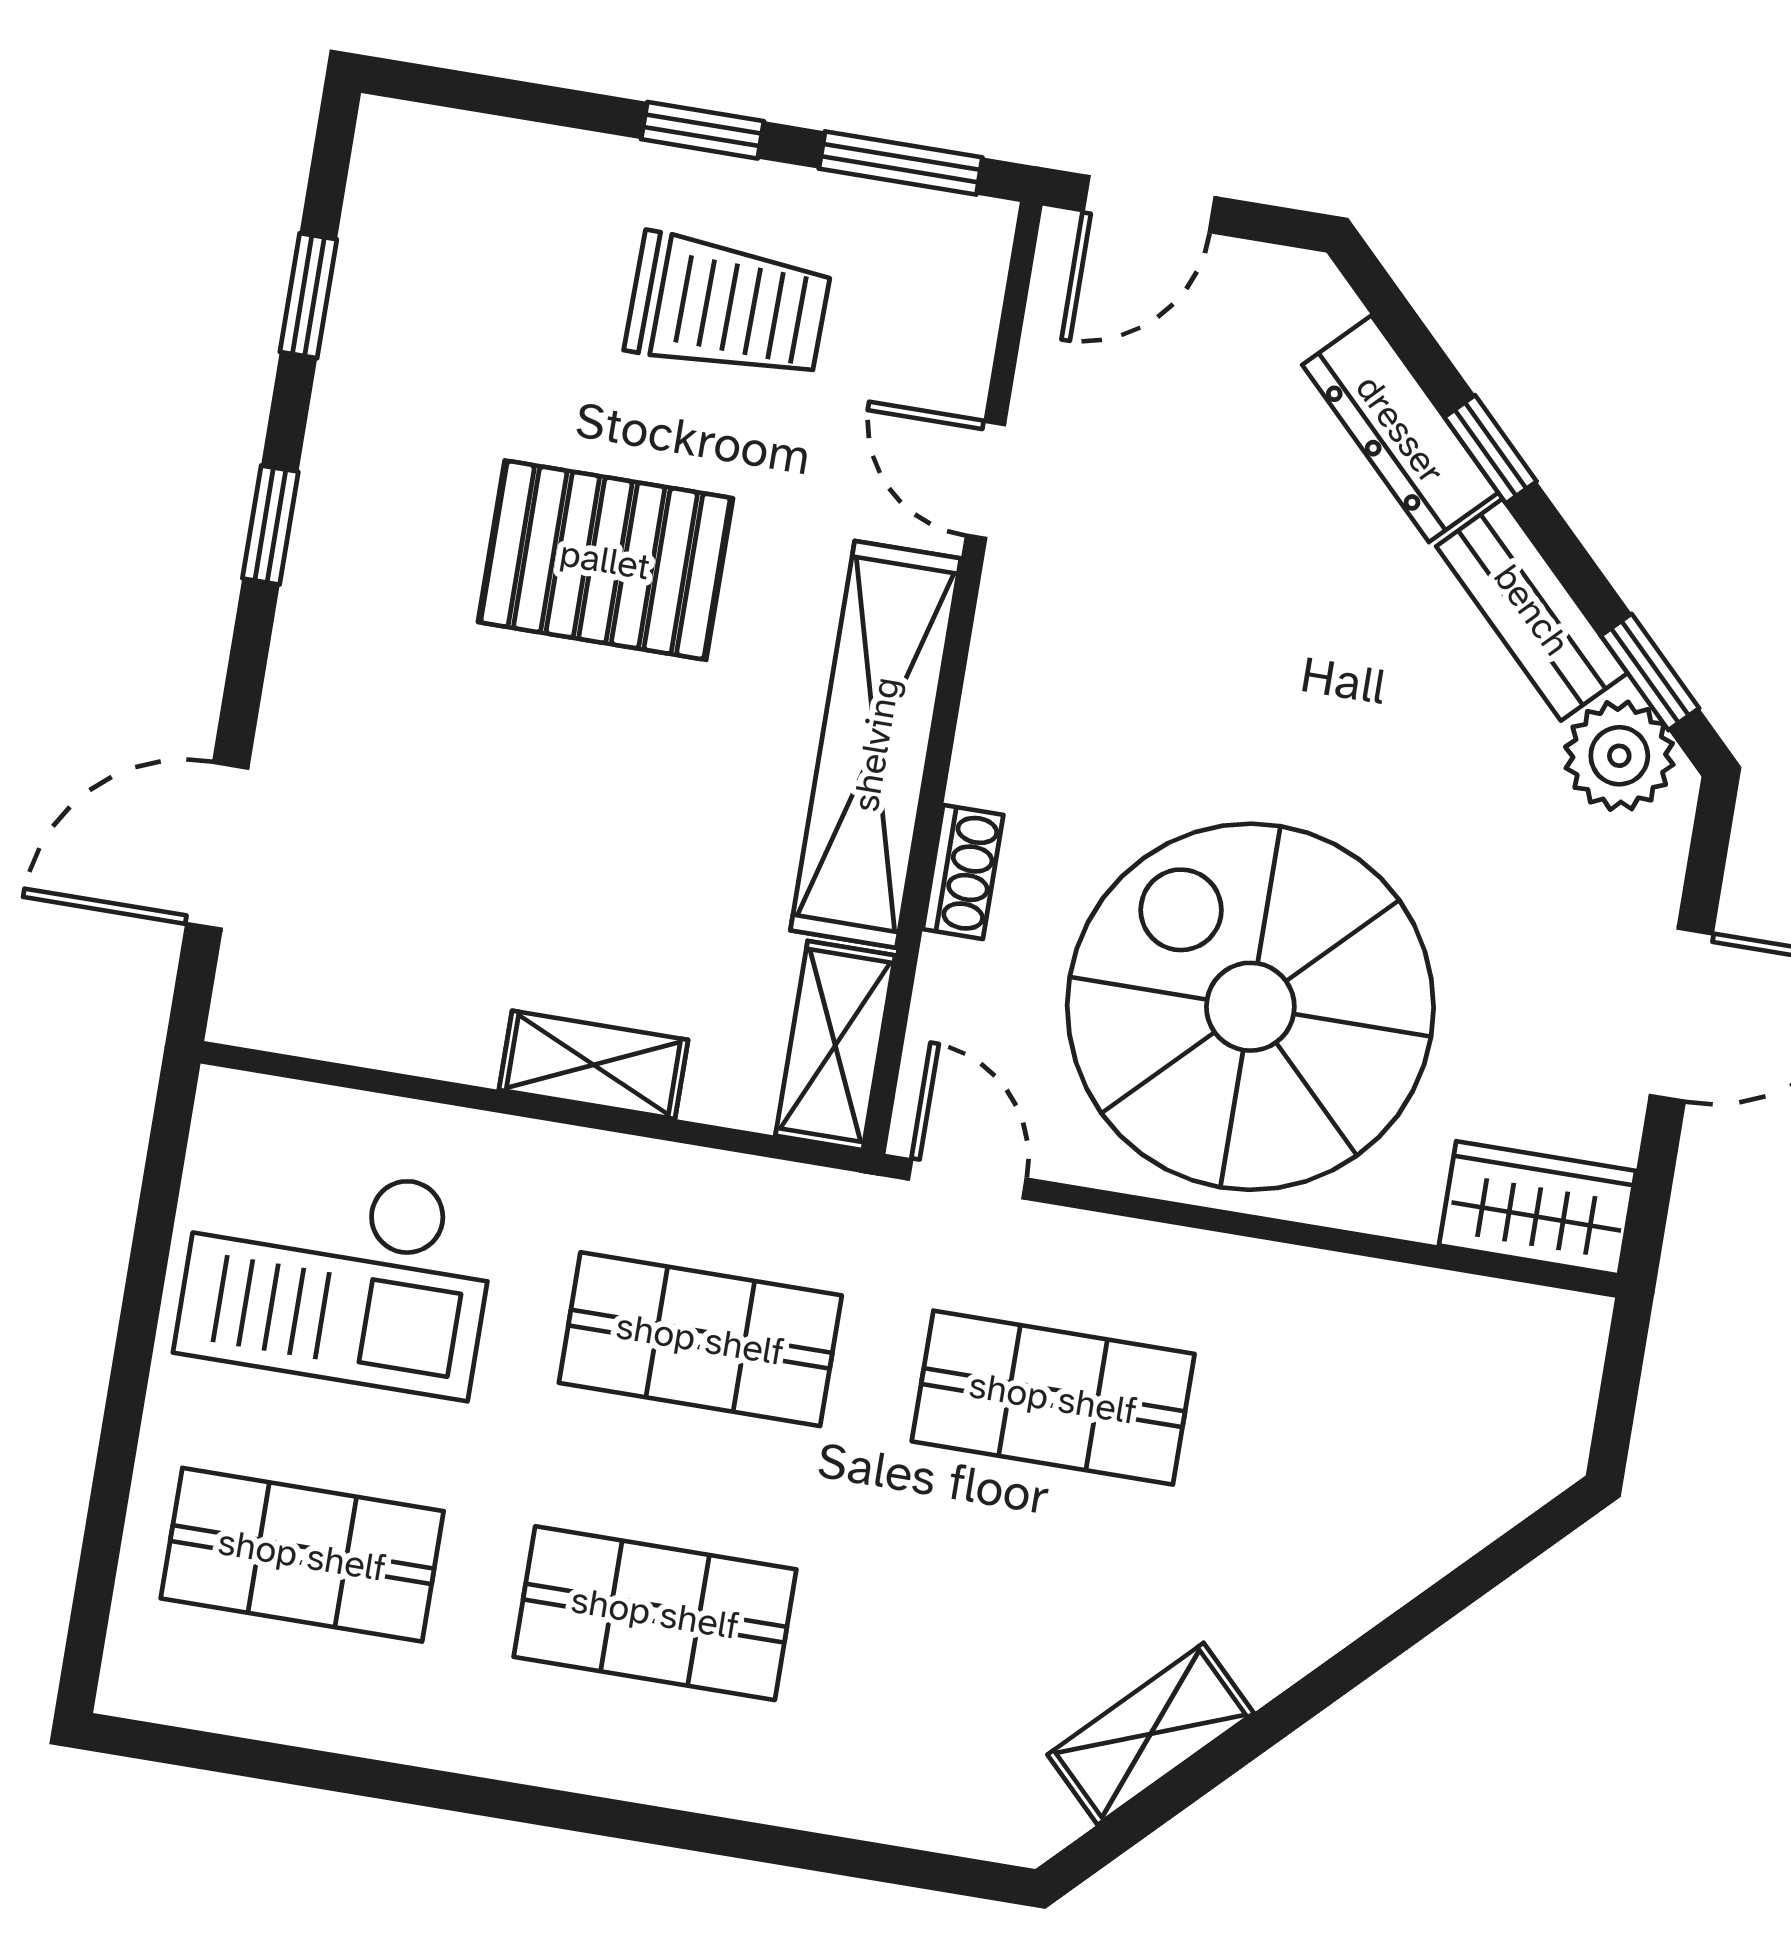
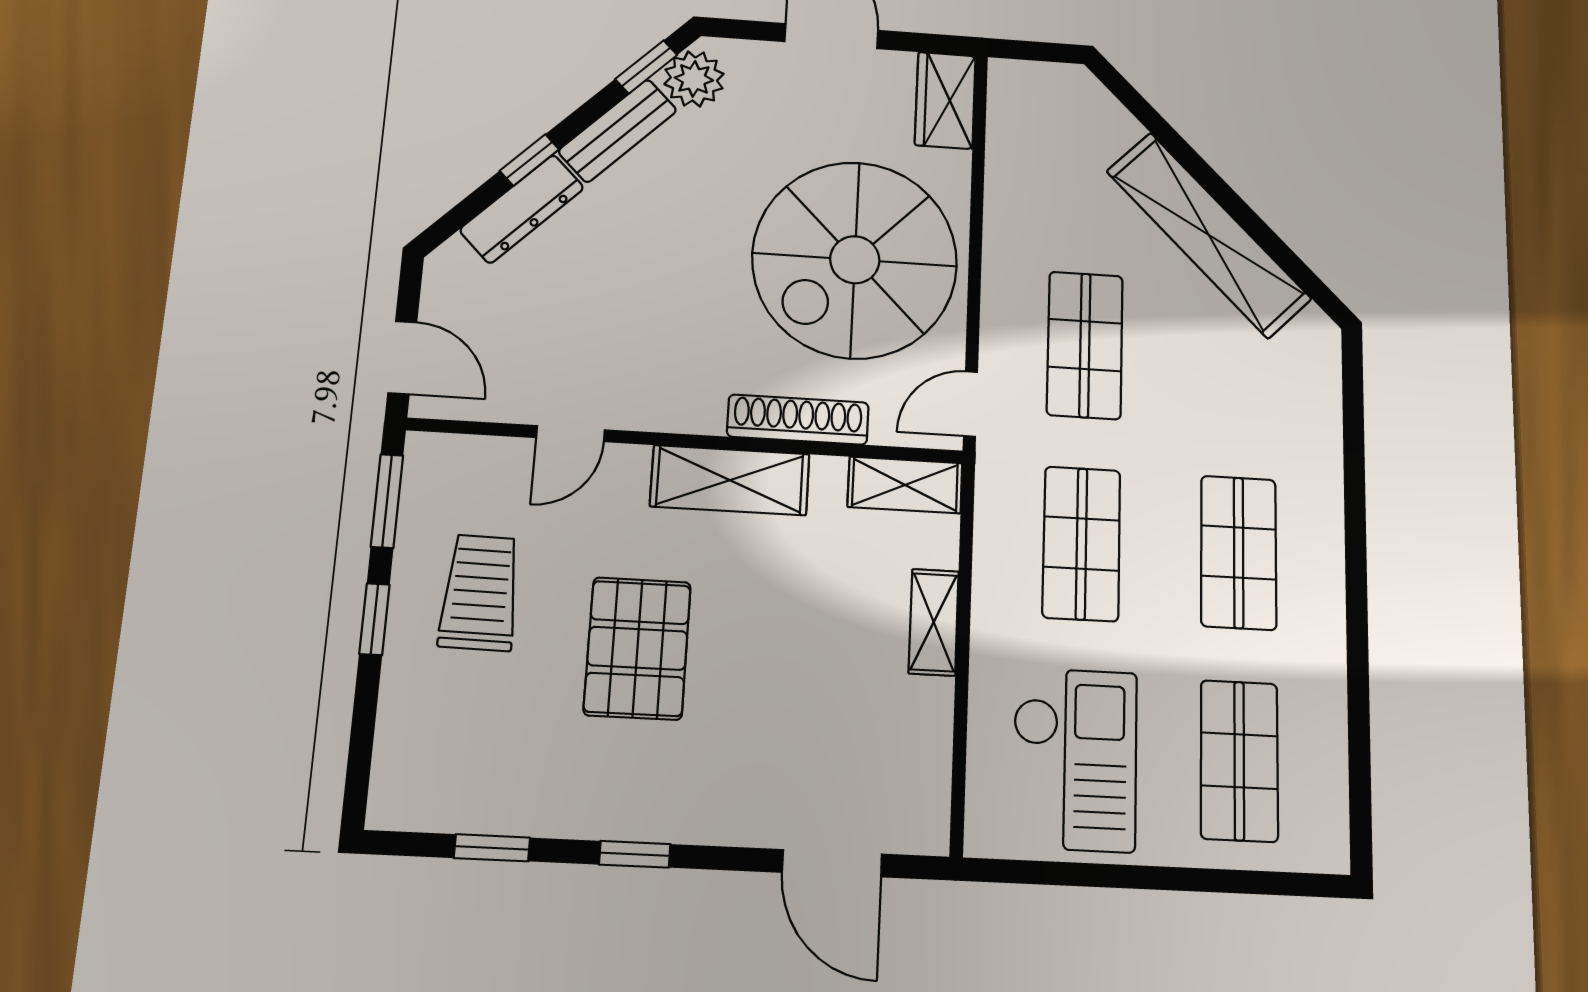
shelving: (876, 744) -> (730, 480), width x0.68
shoe rack: (963, 872) -> (798, 420), width x1.94, depth x1.24
shelving: (1151, 1734) -> (1209, 235), width x2.20, depth x1.33

